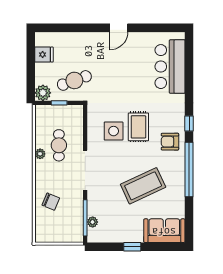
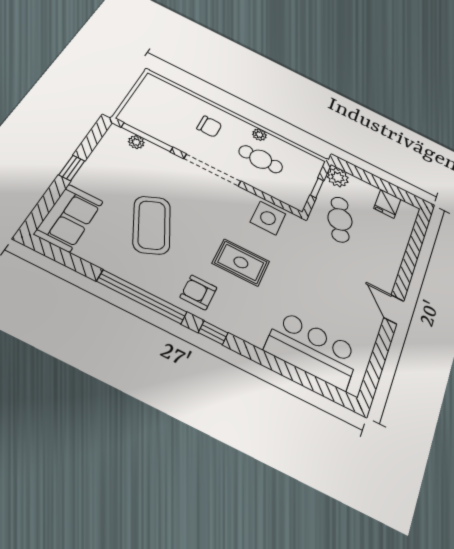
side table: (114, 131) -> (268, 218), moved
armchair: (170, 142) -> (198, 292), turned -90
chair: (51, 202) -> (209, 127), moved, turned -113

